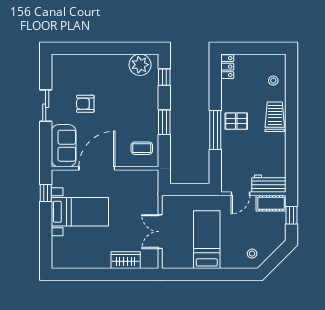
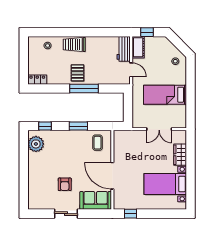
bed with nightstands: (80, 212) -> (165, 184), moved, turned -90

